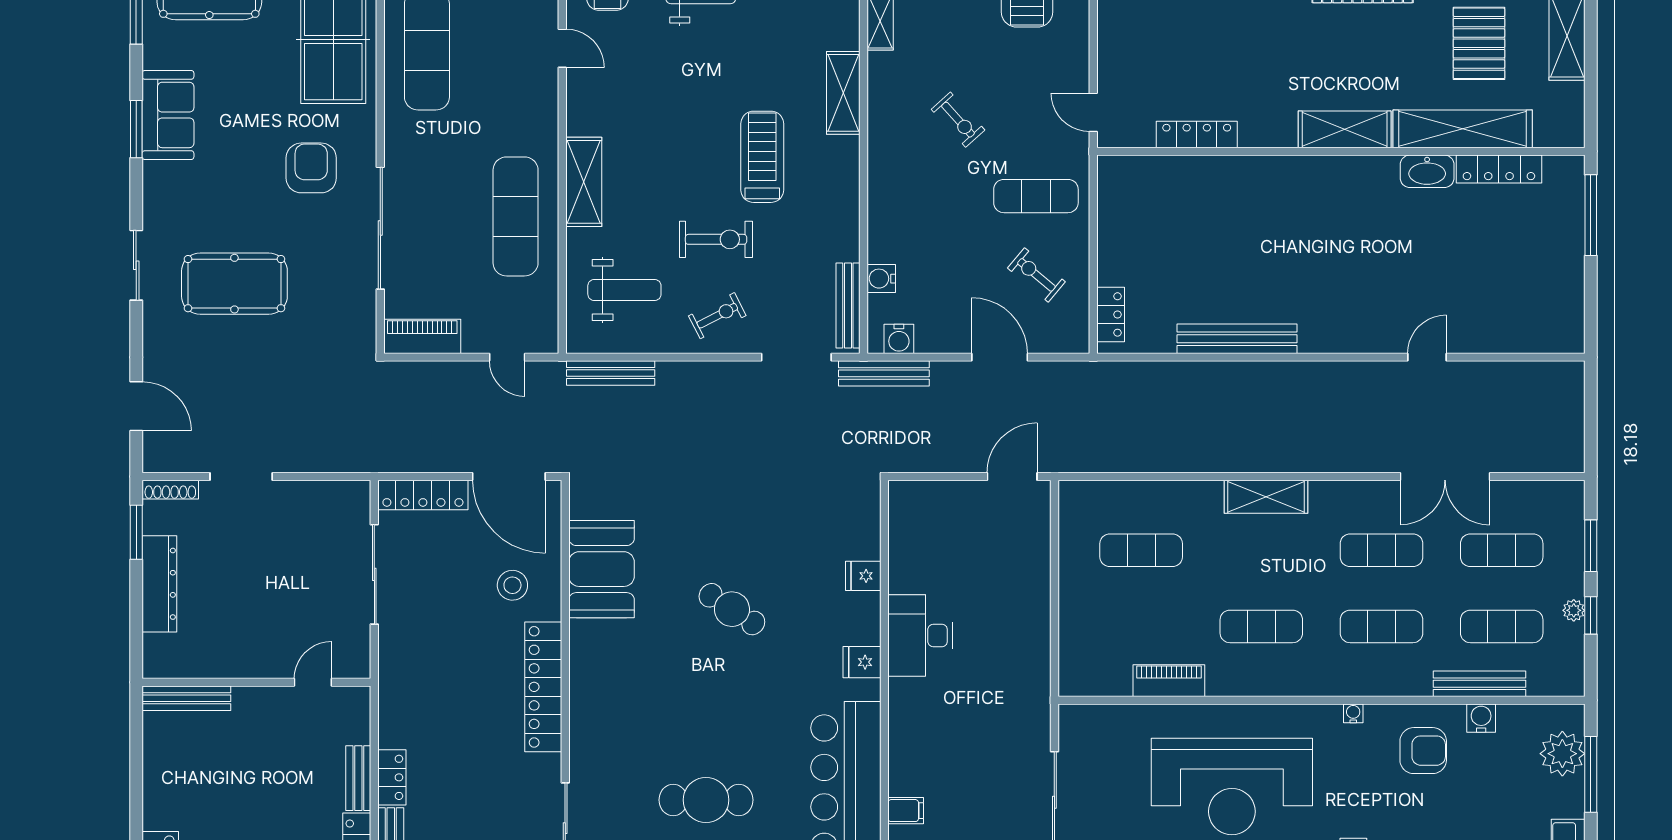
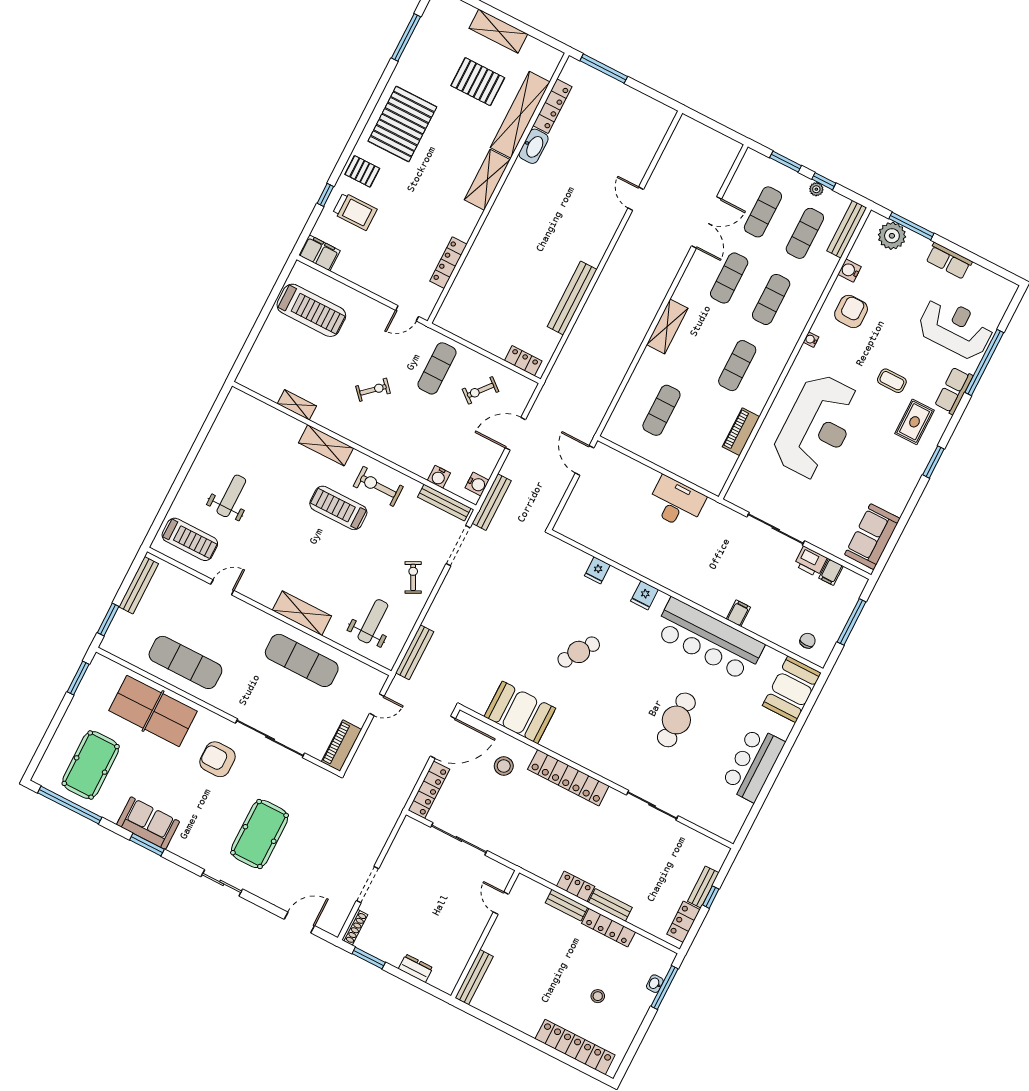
exercise bike: (716, 239) -> (378, 486), moved, turned -90
dresser: (159, 584) -> (416, 968), width x0.51, depth x0.80
desk: (920, 636) -> (676, 503), moved, turned 180
bench: (1480, 684) -> (847, 229), moved

